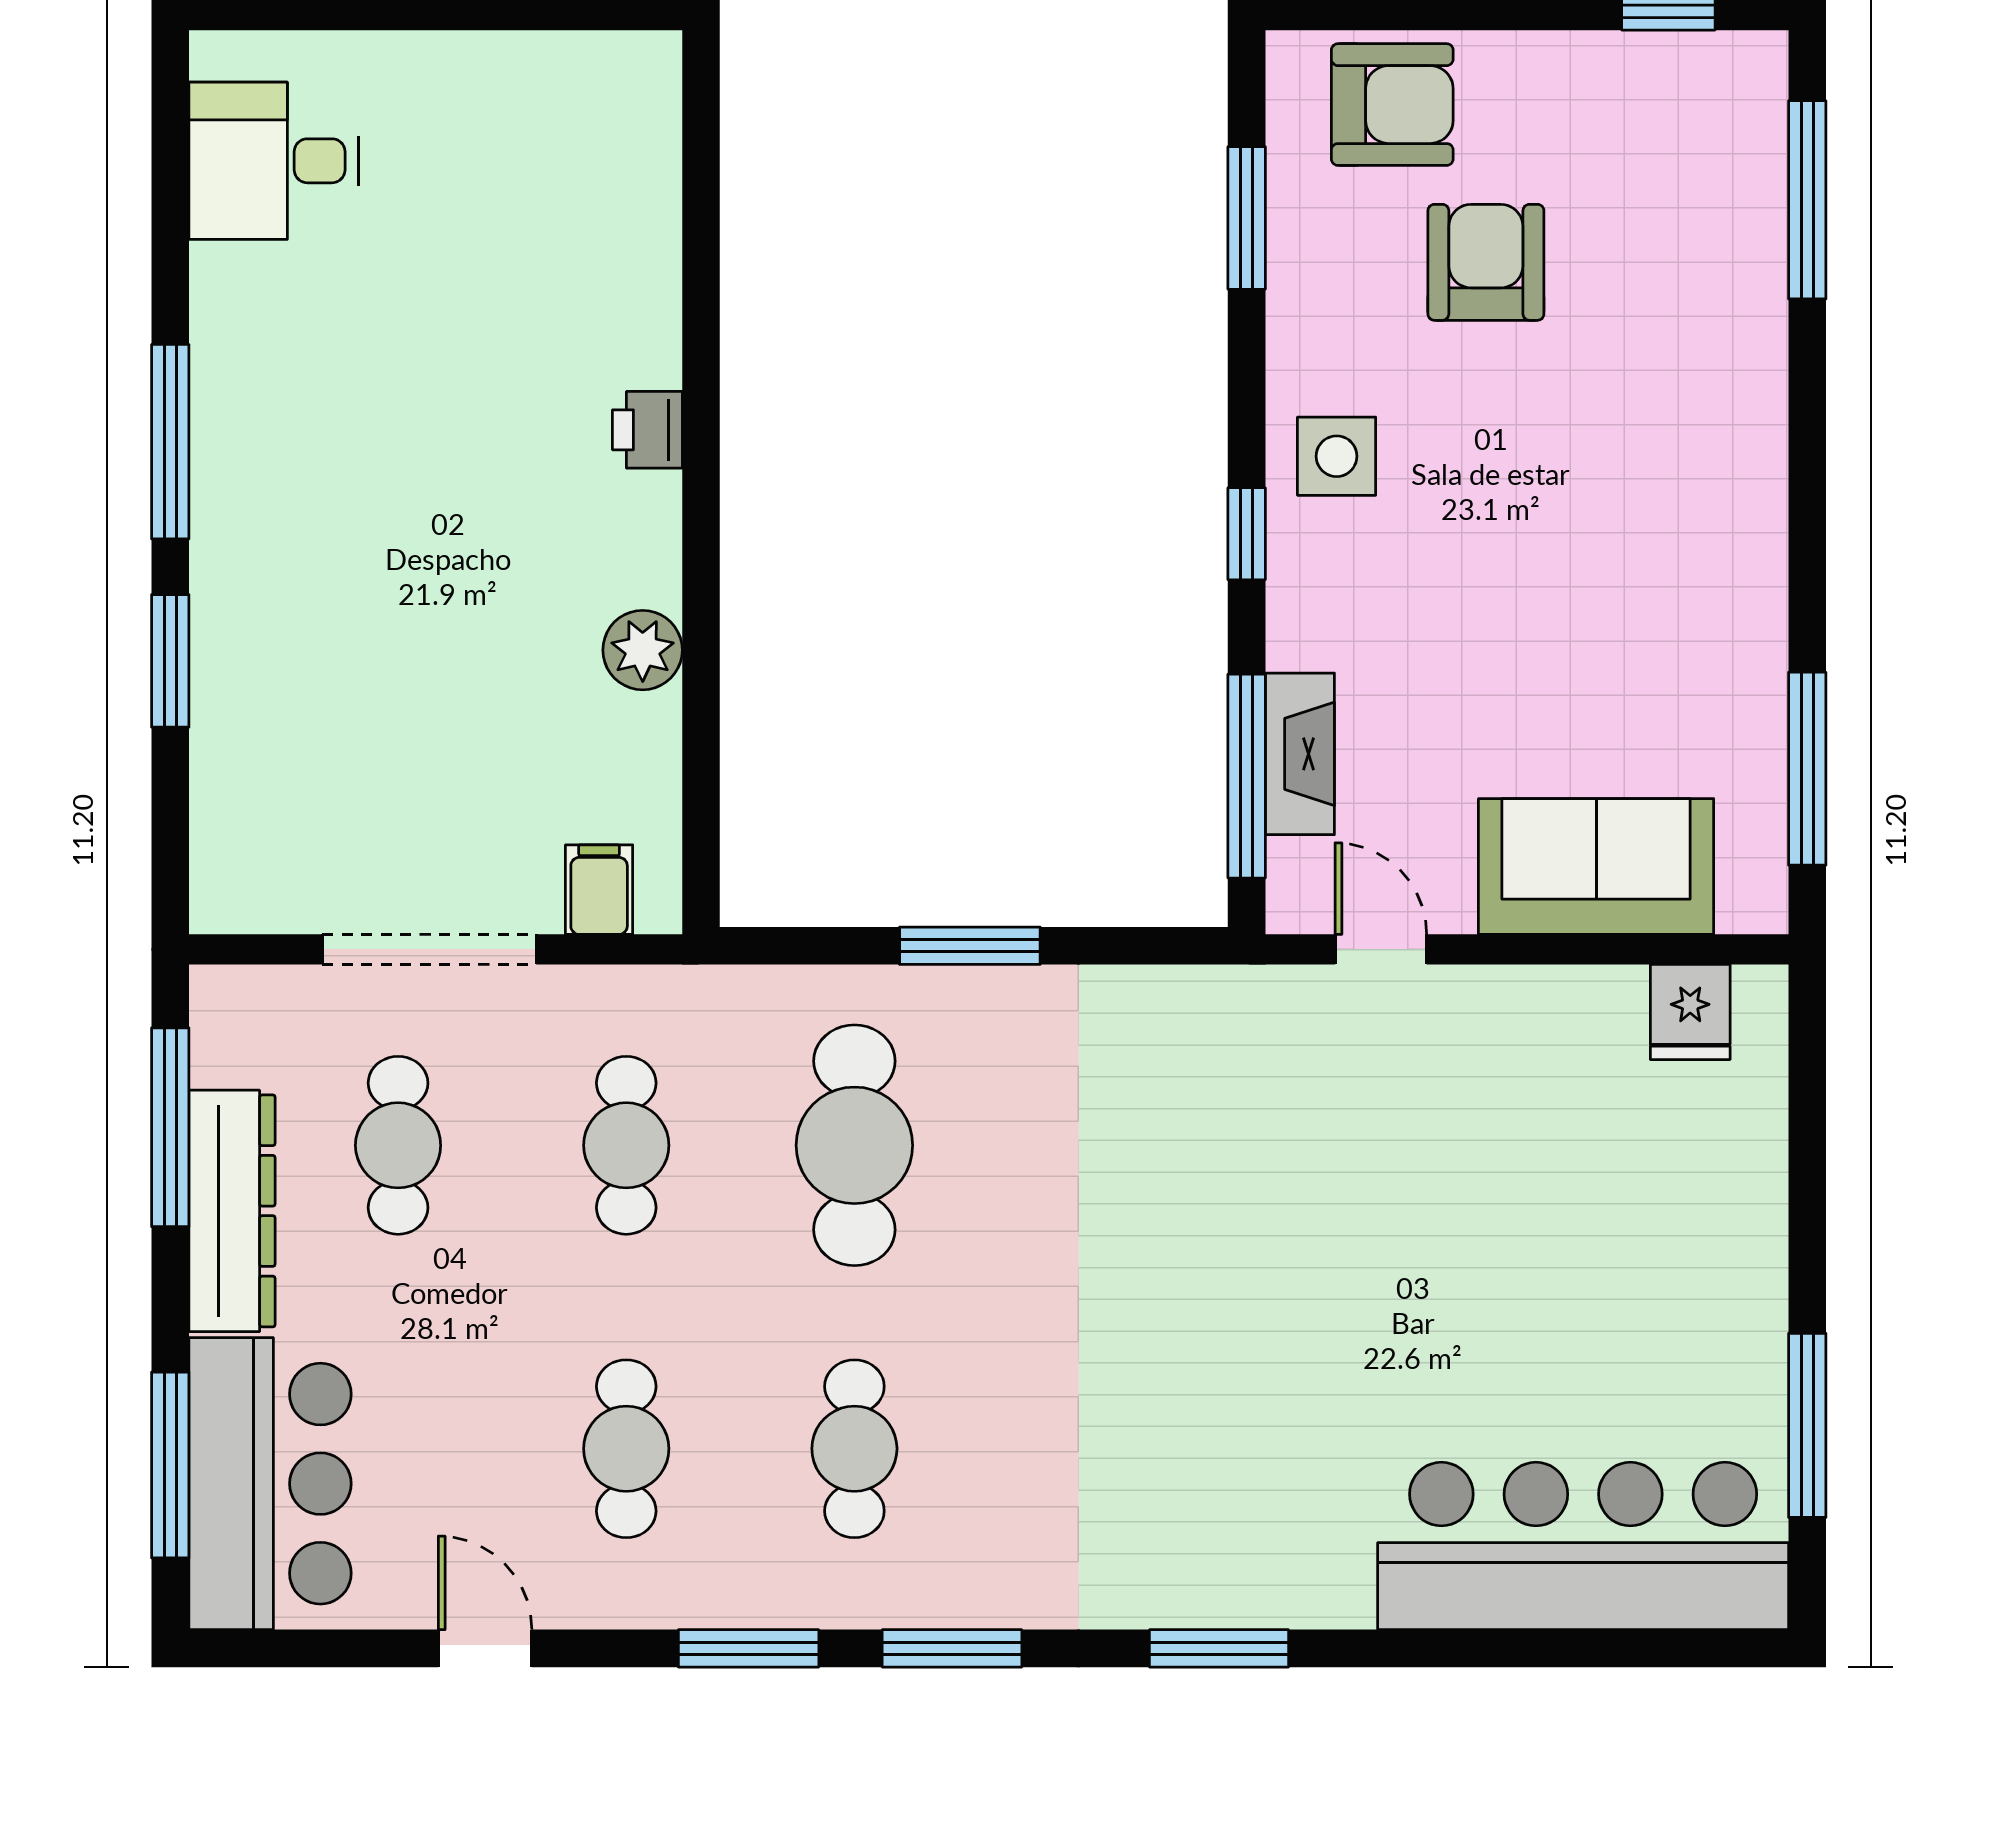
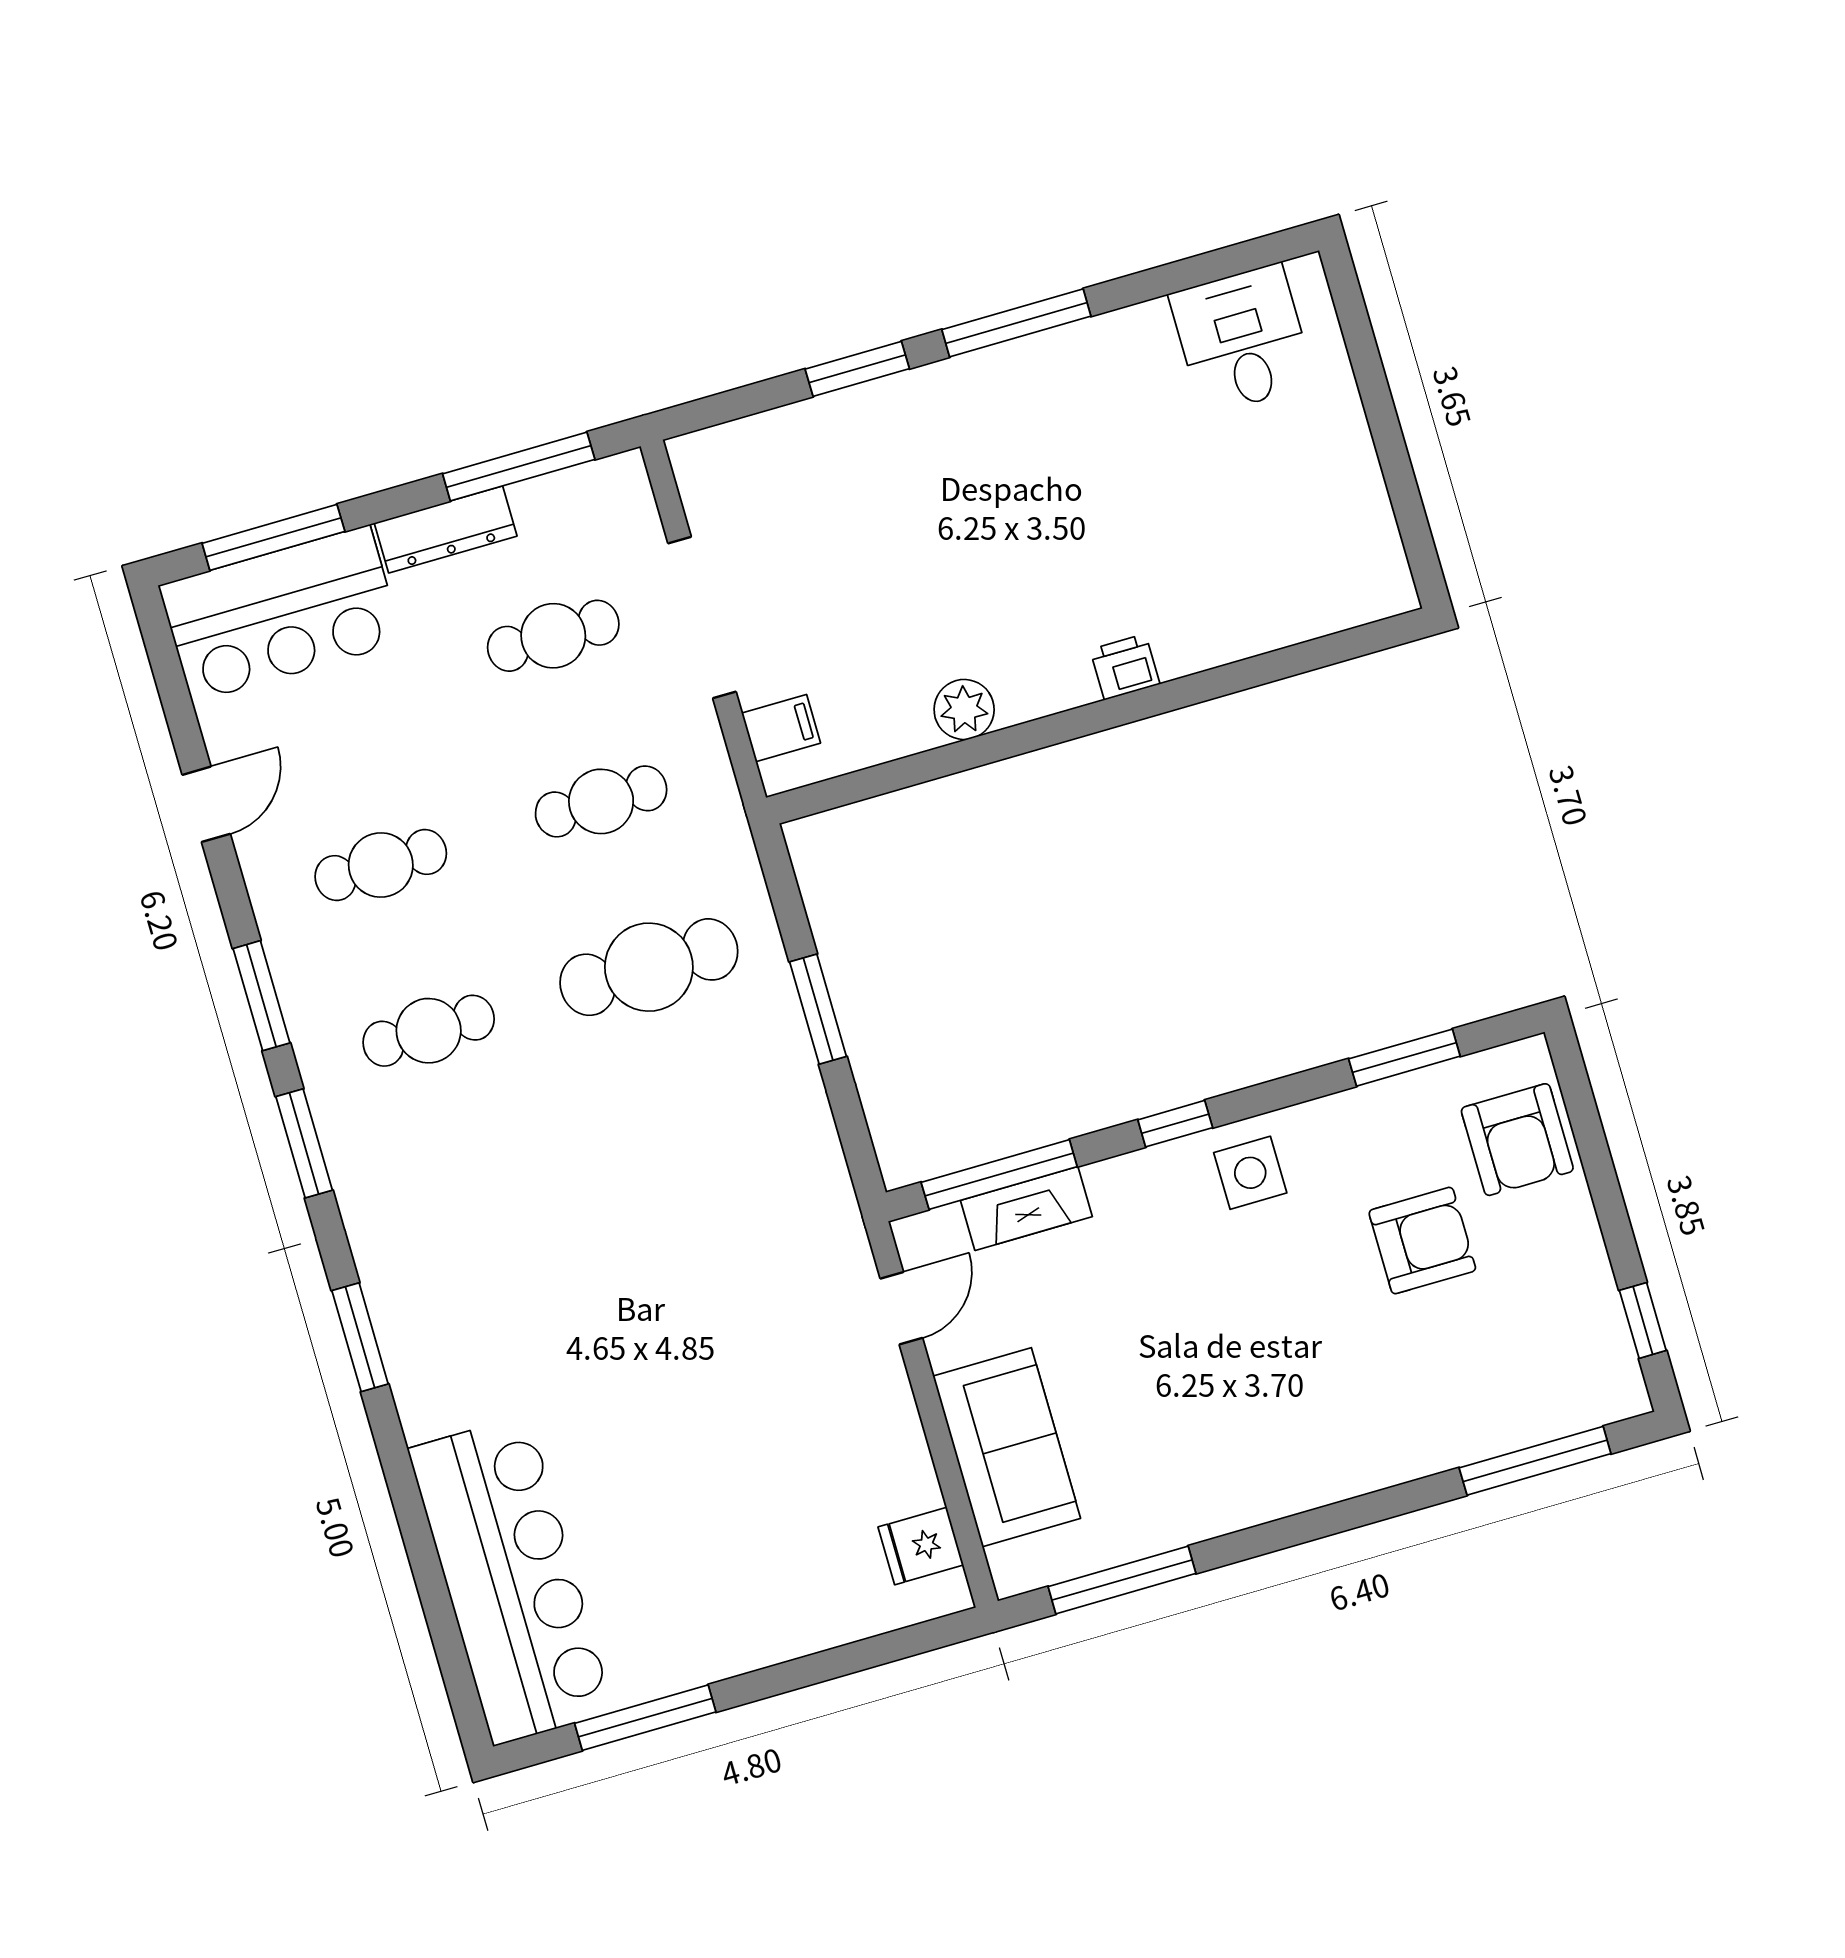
dresser: (232, 1211) -> (446, 530), width x0.73, depth x0.80

